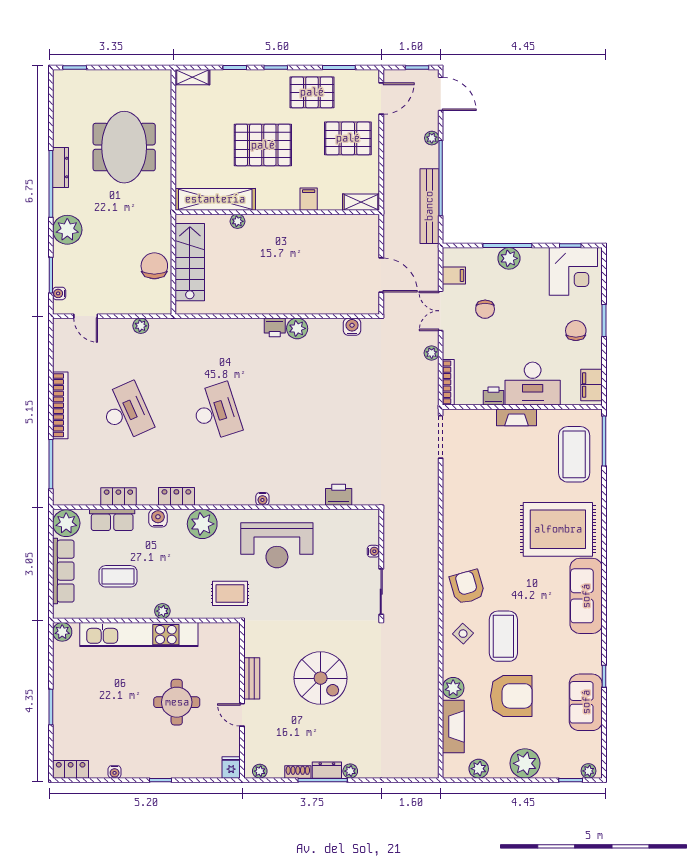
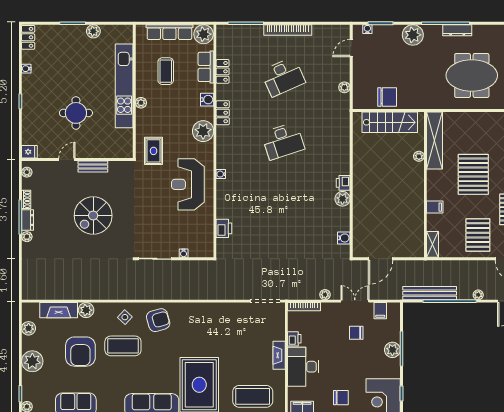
plant: (62, 632) -> (93, 31), moved

